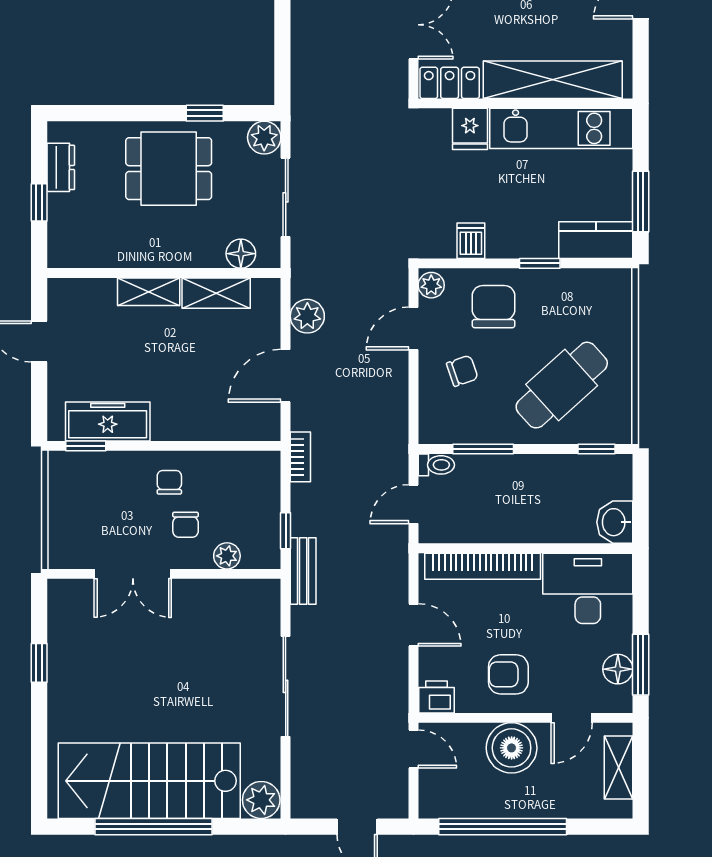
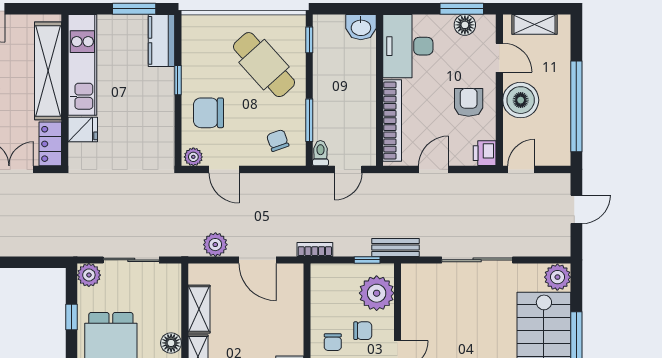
dishwasher: (471, 241) -> (162, 129), removed
floor lamp: (241, 254) -> (171, 343), moved
chair: (462, 371) -> (278, 140), moved
chair: (169, 482) -> (333, 342), turned -90
door: (414, 504) -> (348, 169), hinge flipped
plant: (227, 556) -> (377, 293), width x1.88, depth x1.88
armchair: (508, 674) -> (469, 102), turned 180

